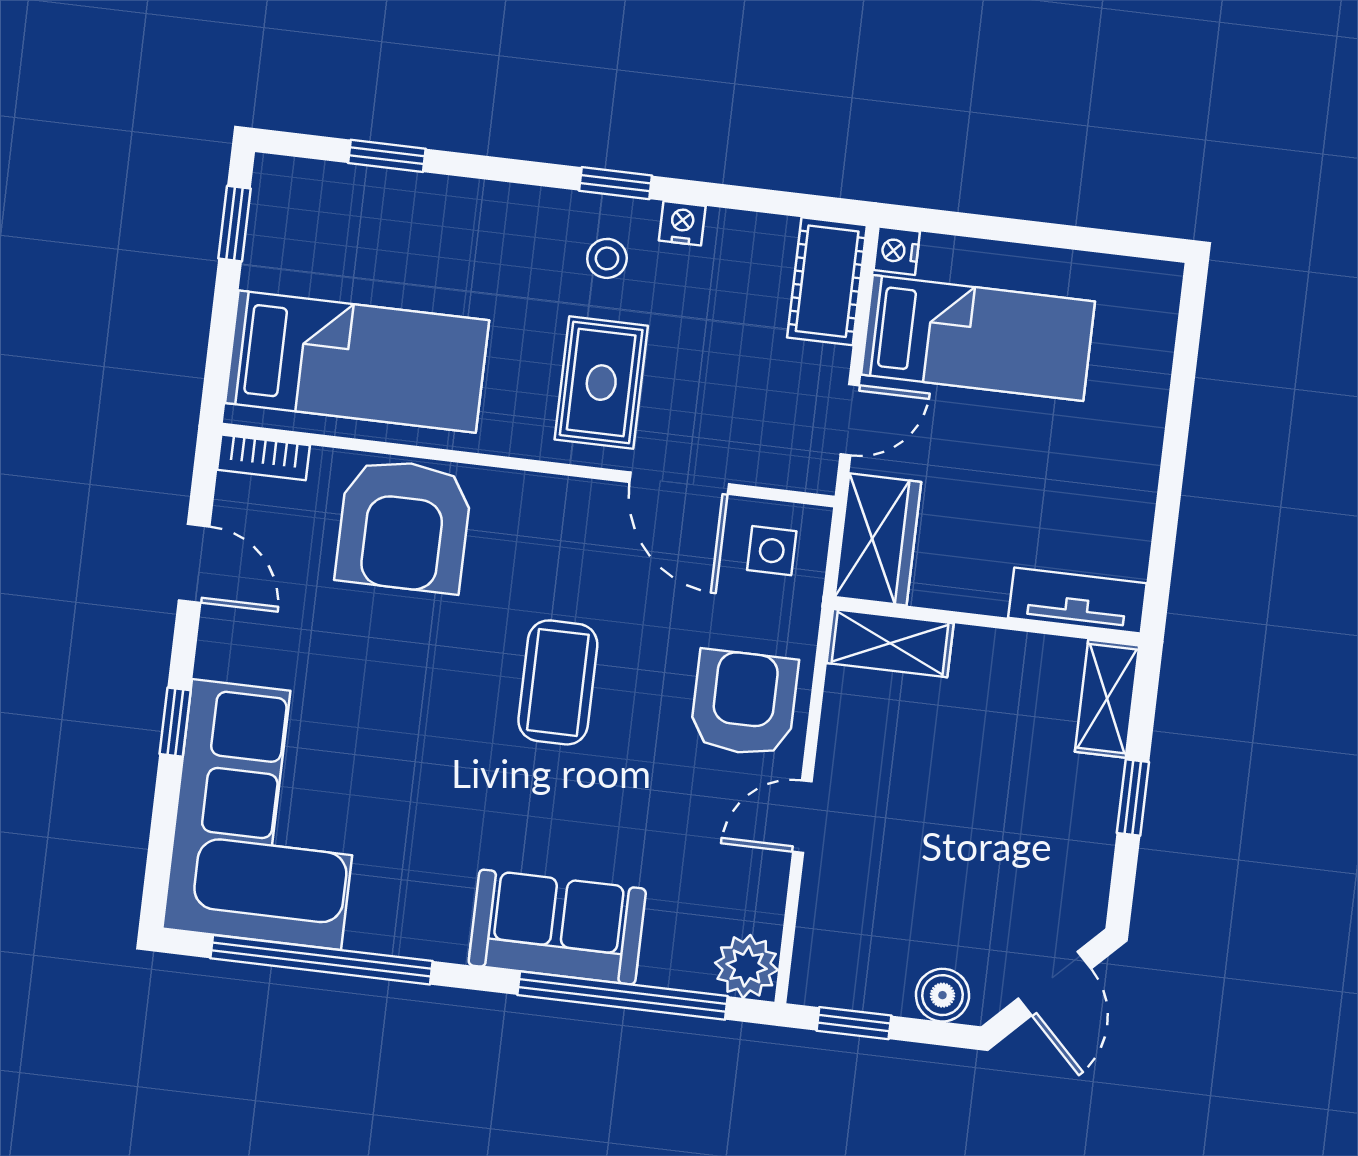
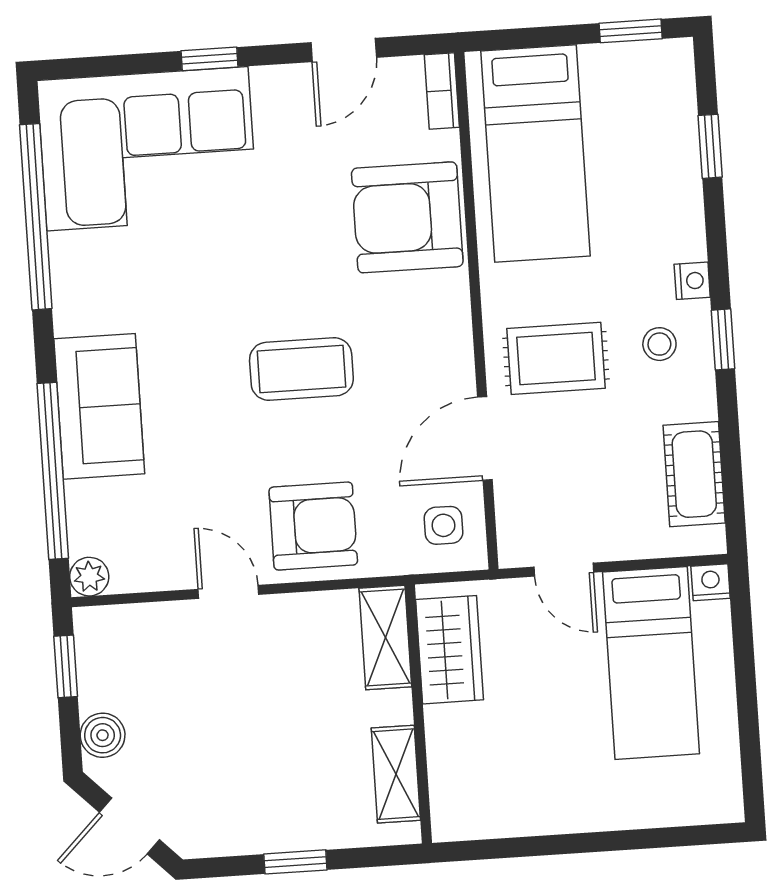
nightstand: (682, 223) -> (692, 281), moved
cot: (827, 281) -> (694, 474), moved, turned 90
wardrobe: (878, 539) -> (450, 650), moved, turned -90
tv unit: (1077, 600) -> (450, 786), removed
shelving: (1107, 699) -> (396, 774), moved, turned 90
plant: (747, 966) -> (89, 577), width x0.73, depth x0.73

